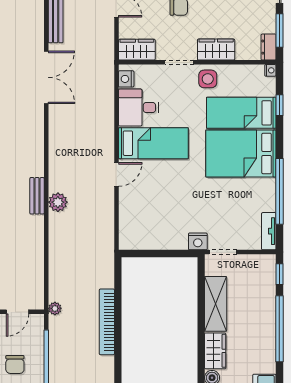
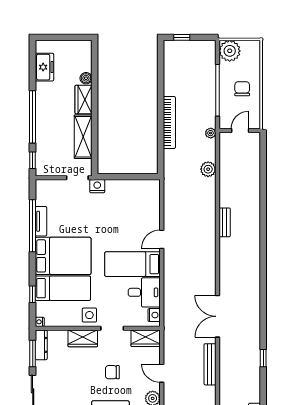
dresser: (269, 47) -> (41, 345), width x1.44
plant: (58, 202) -> (208, 169), moved
tv unit: (269, 231) -> (41, 221), moved

